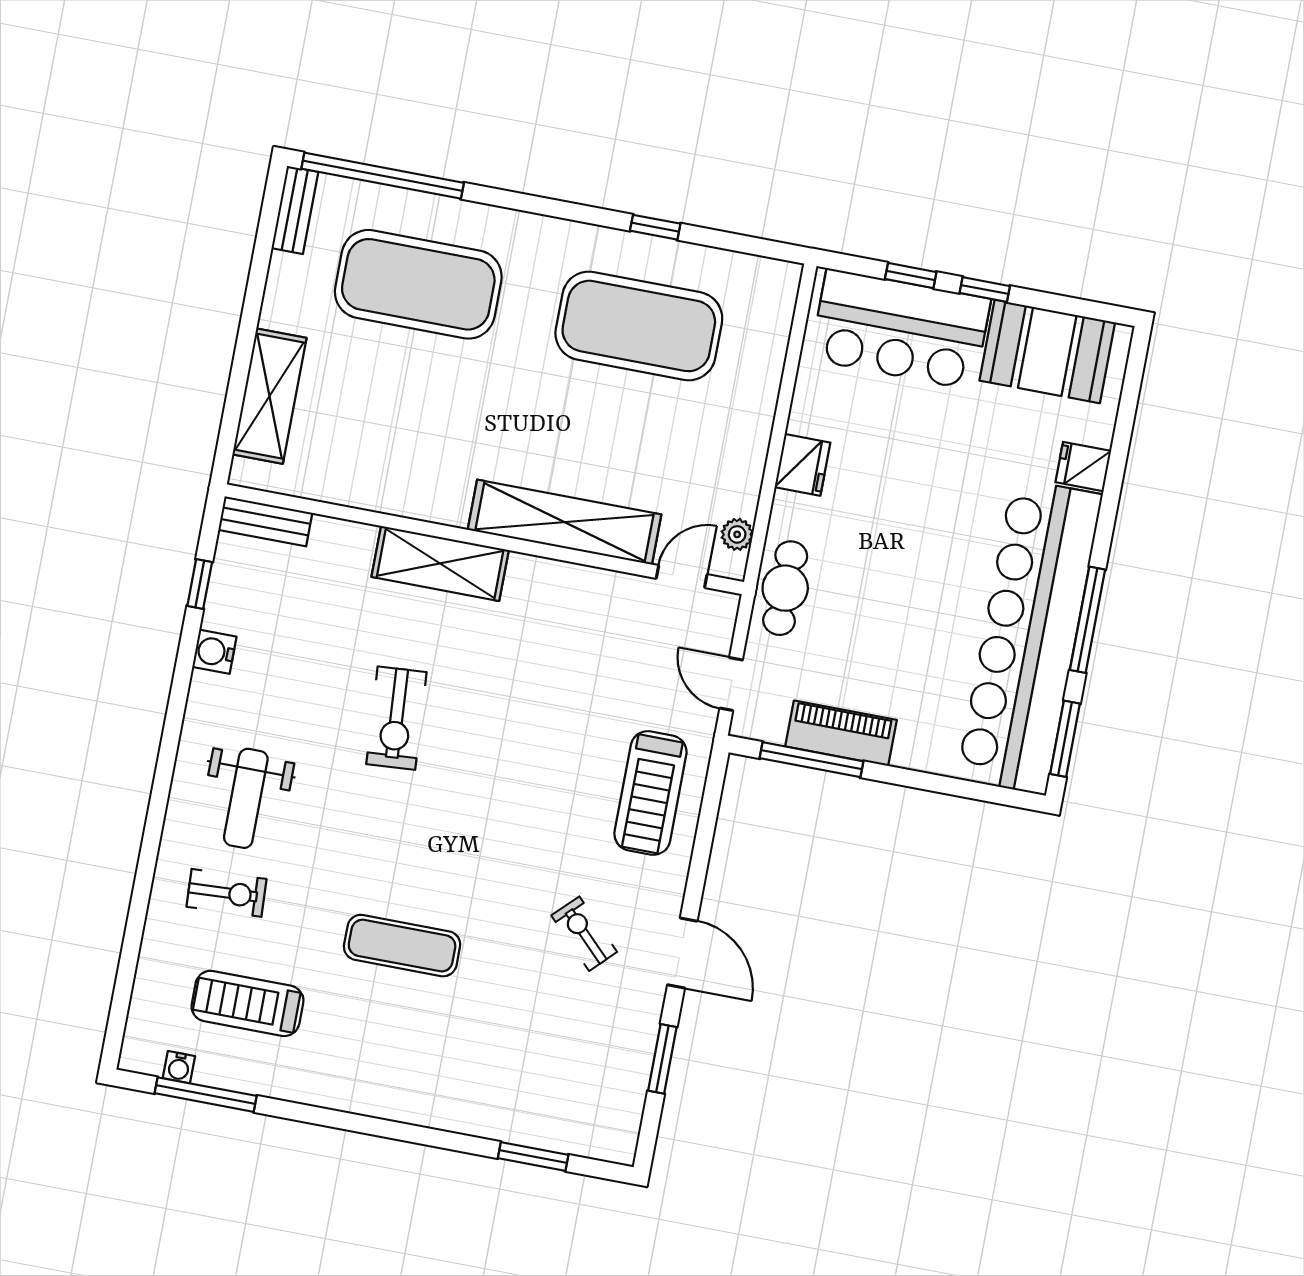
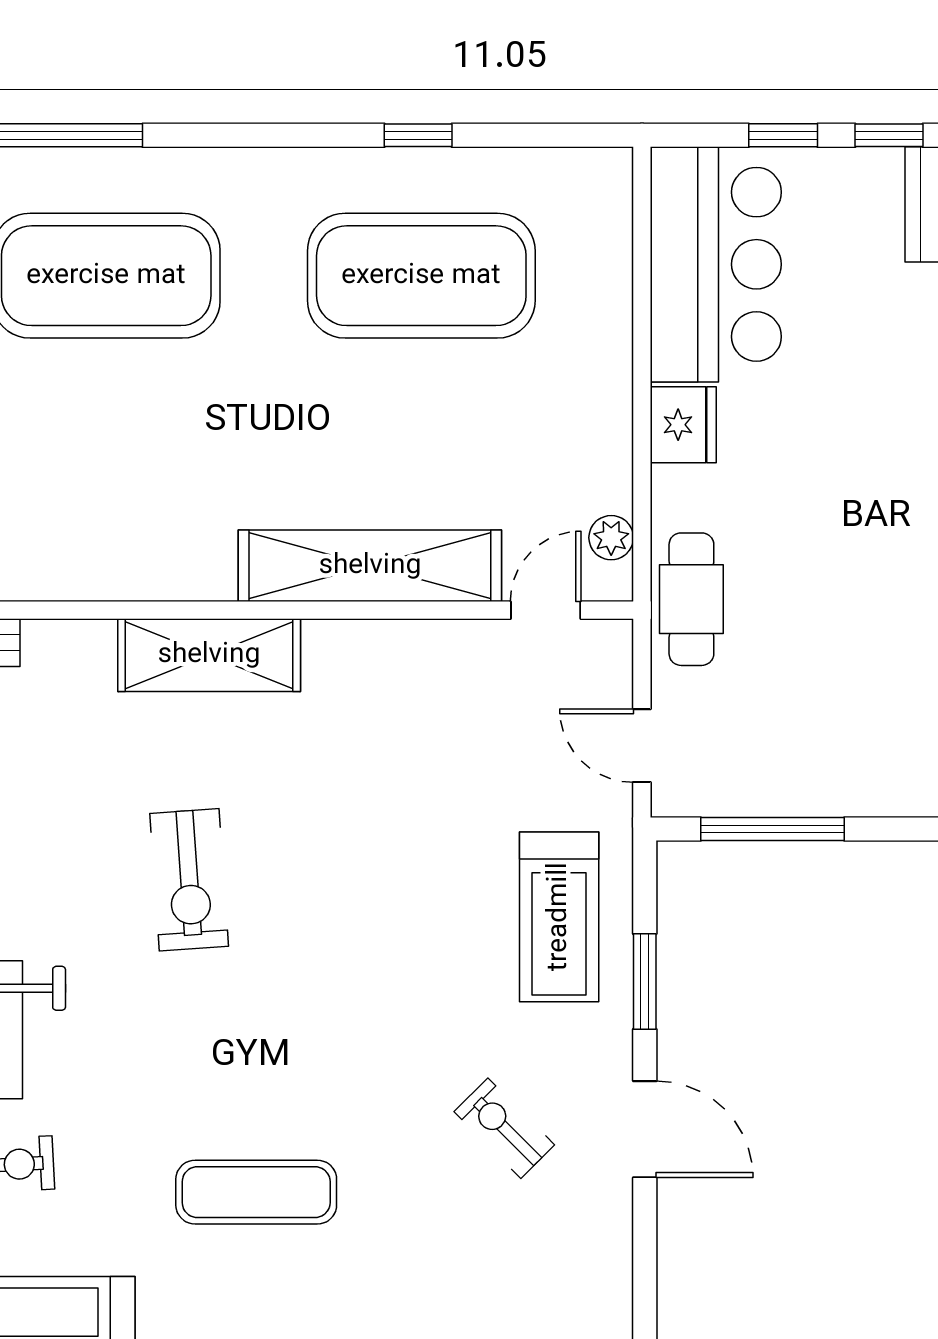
bar counter: (900, 329) -> (716, 264), moved, turned -90
piano: (841, 733) -> (806, 785), removed
window: (662, 1059) -> (645, 981), moved

